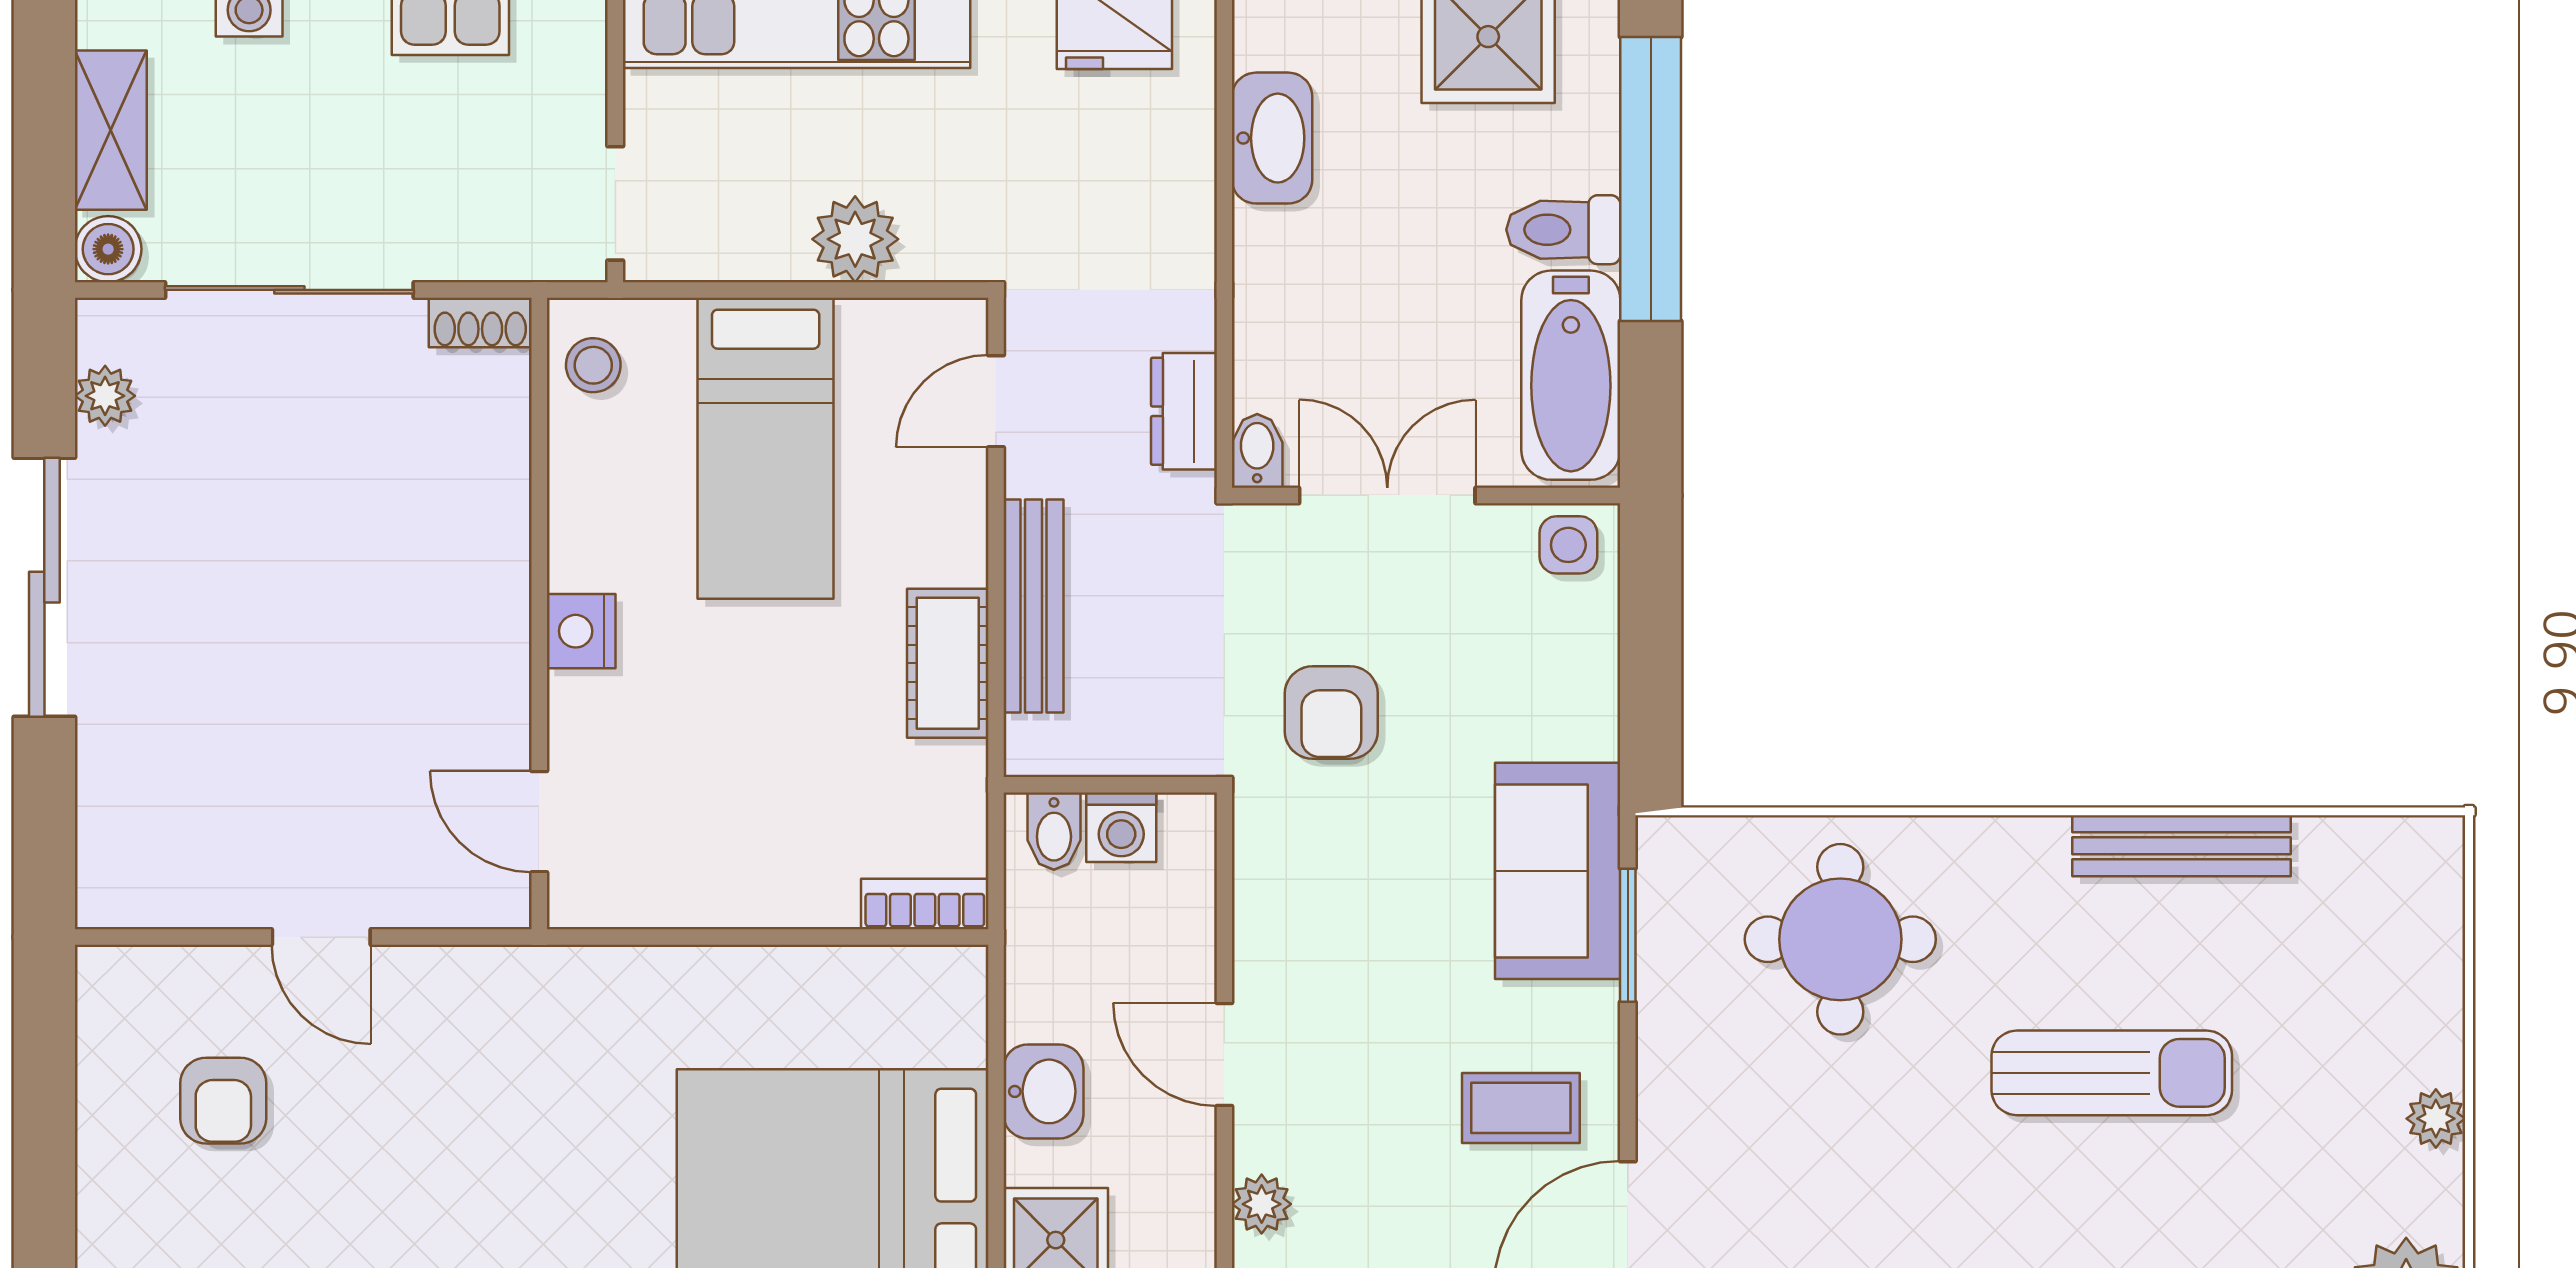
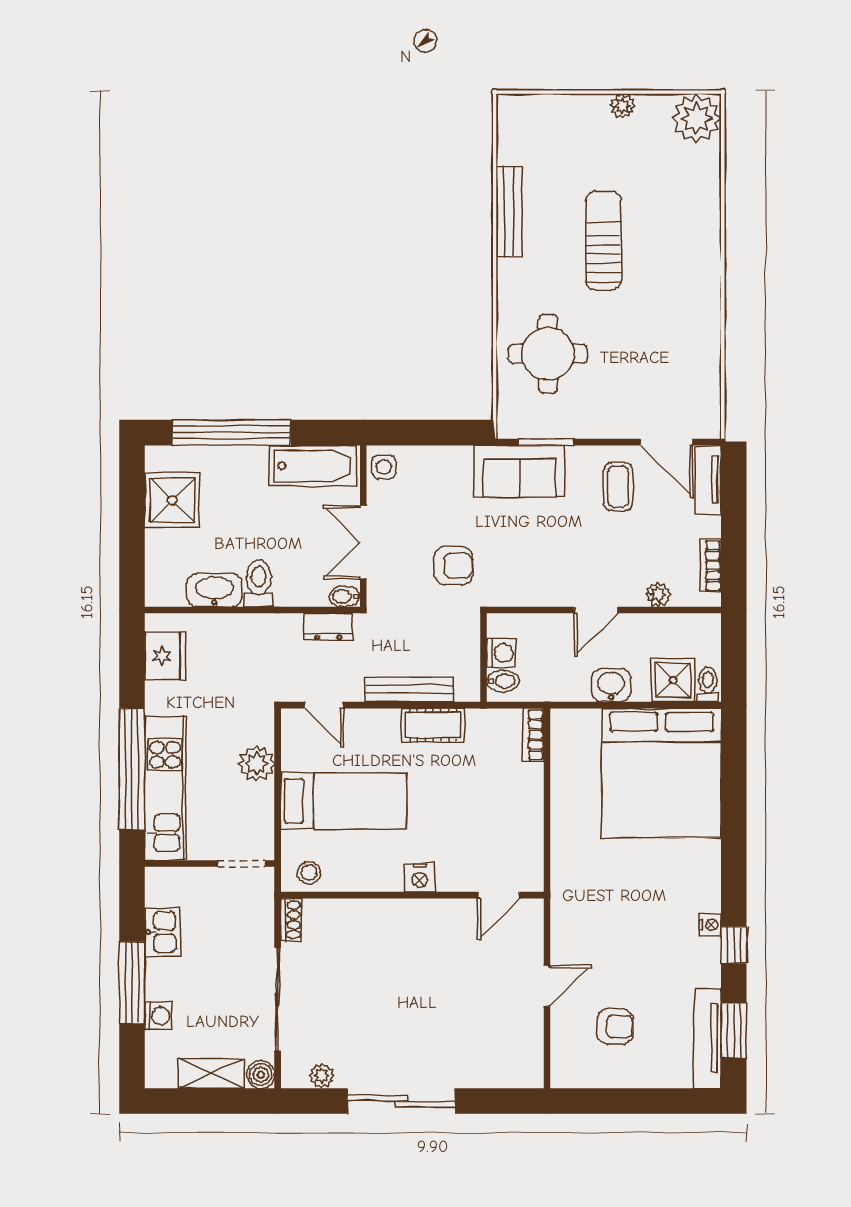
toilet: (1563, 230) -> (259, 583), moved, turned 180

